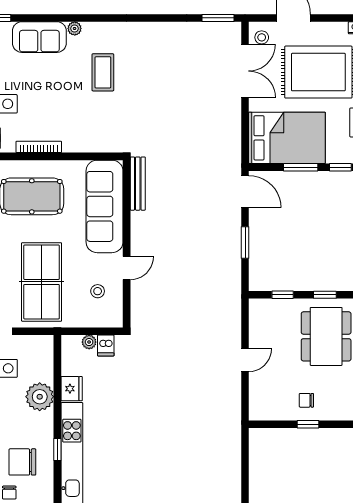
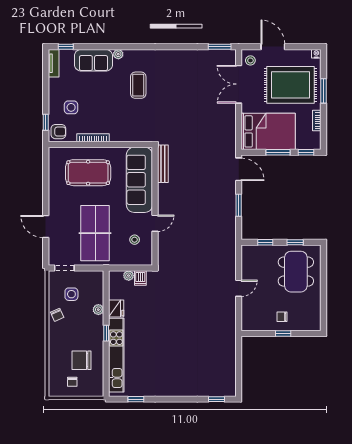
double door: (245, 71) -> (239, 84), swing flipped
plant: (40, 397) -> (98, 310), width x0.53, depth x0.53
window: (57, 450) -> (106, 333), moved

